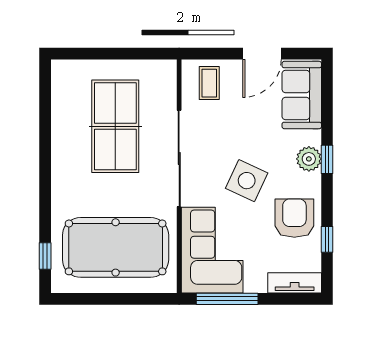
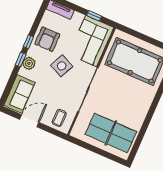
table tennis table: (115, 126) -> (111, 133), moved, turned 90
window: (327, 239) -> (28, 42), moved
window: (227, 299) -> (94, 16), width x0.46

